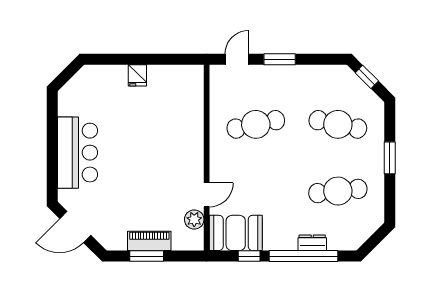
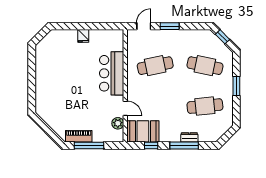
bar counter: (78, 153) -> (112, 73), moved, turned 180
door: (207, 195) -> (125, 108), hinge flipped
door: (75, 227) -> (46, 128), removed
piano: (149, 241) -> (79, 136), moved
window: (147, 256) -> (89, 145), width x1.44
window: (304, 256) -> (184, 145), width x0.68

